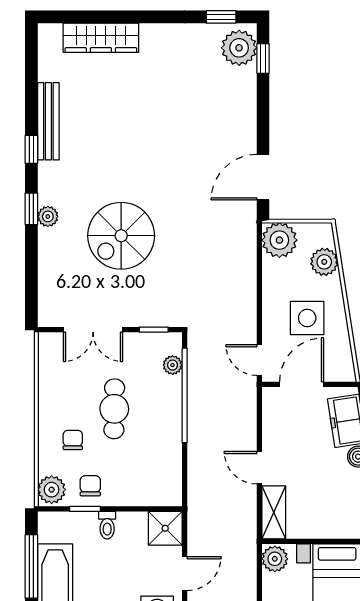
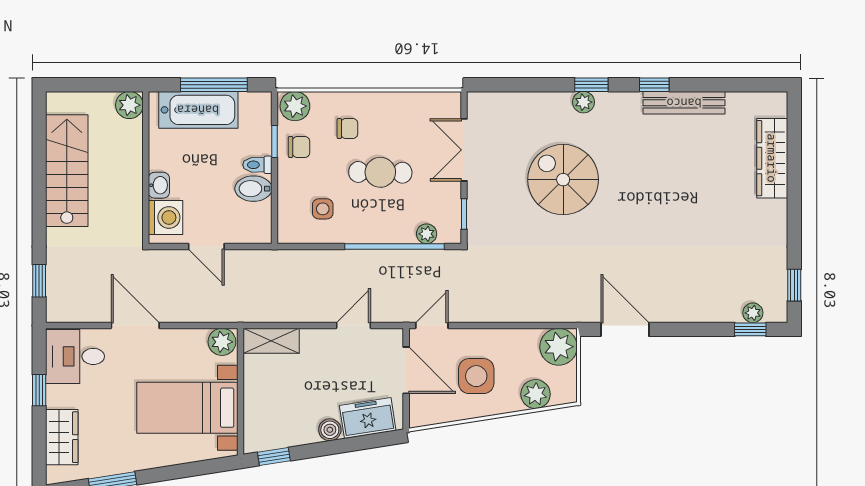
plant: (239, 48) -> (753, 313), width x0.53, depth x0.53
side table: (149, 463) -> (323, 209), added
door: (259, 468) -> (353, 325), moved
shower: (165, 528) -> (254, 226), removed
bidet: (130, 529) -> (253, 189), added

